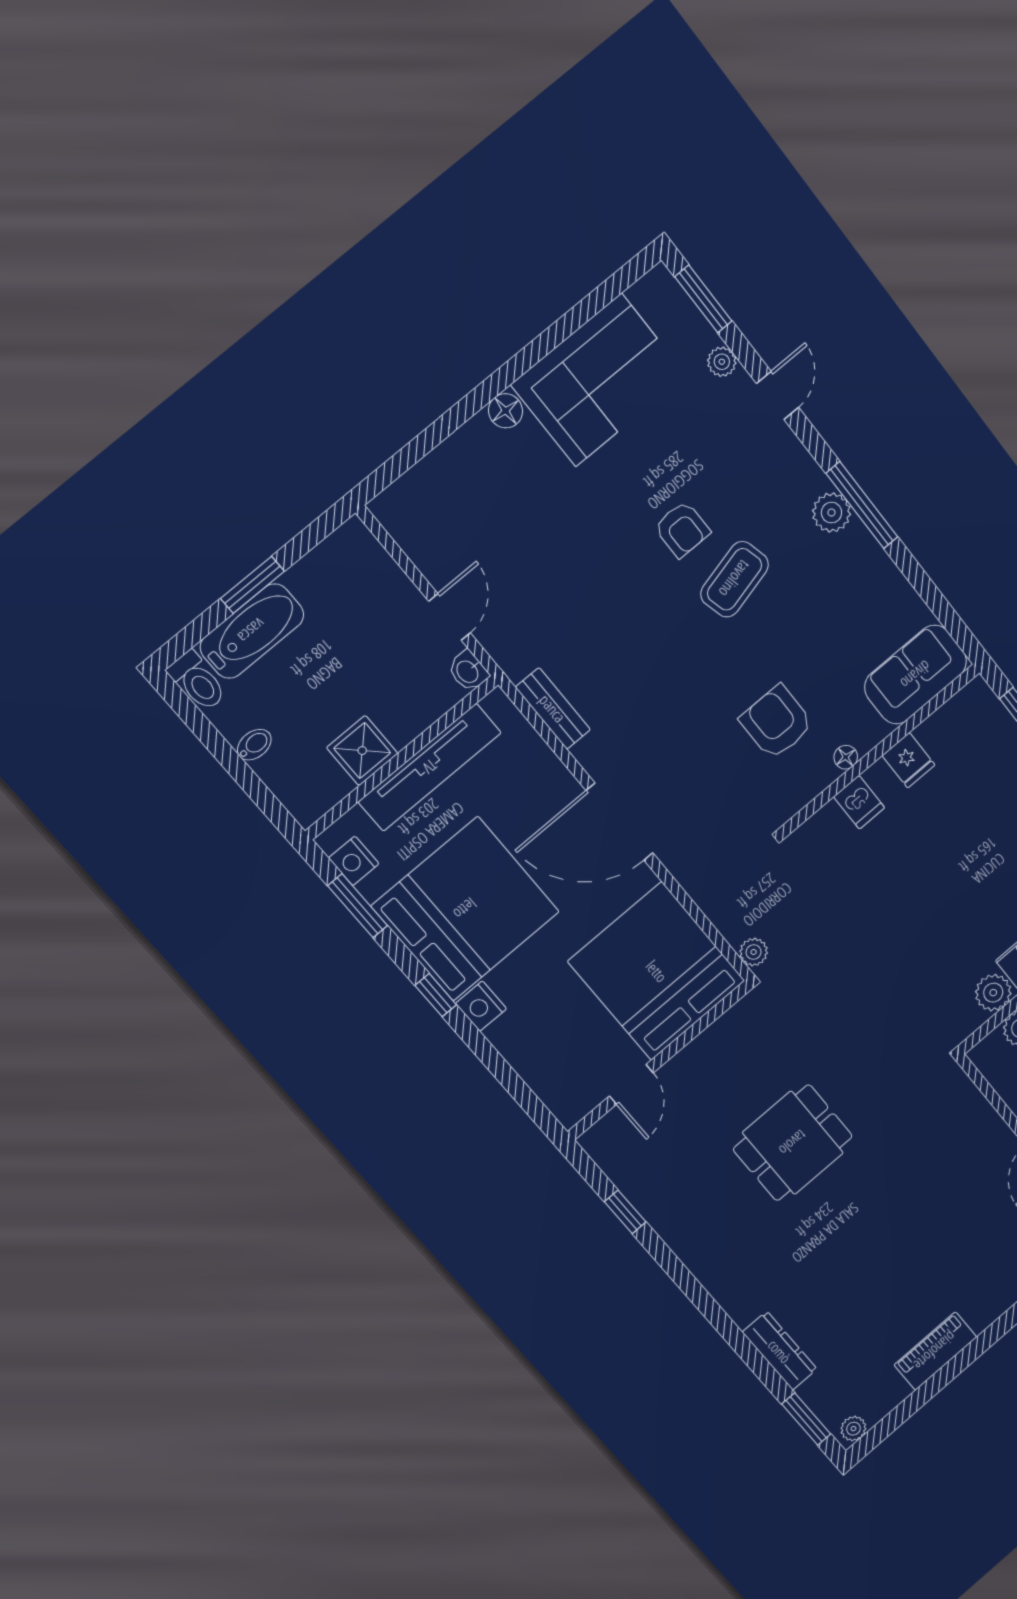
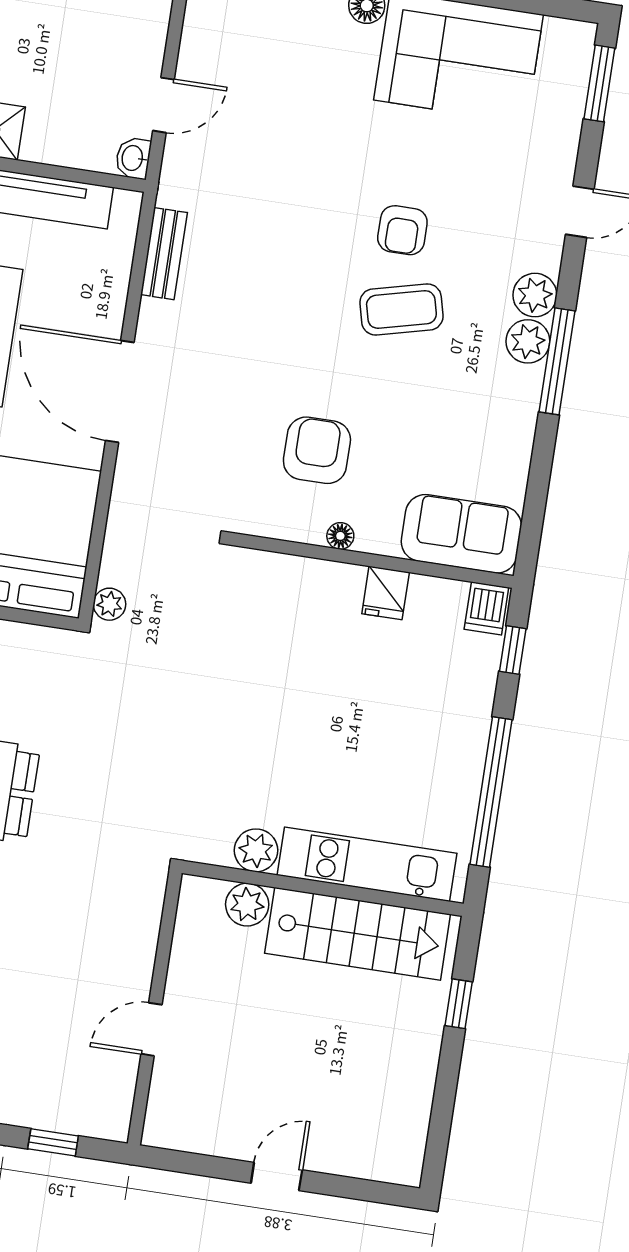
plant: (722, 362) -> (535, 295), moved, width x1.38, depth x1.38
dishwasher: (859, 802) -> (486, 608), moved

